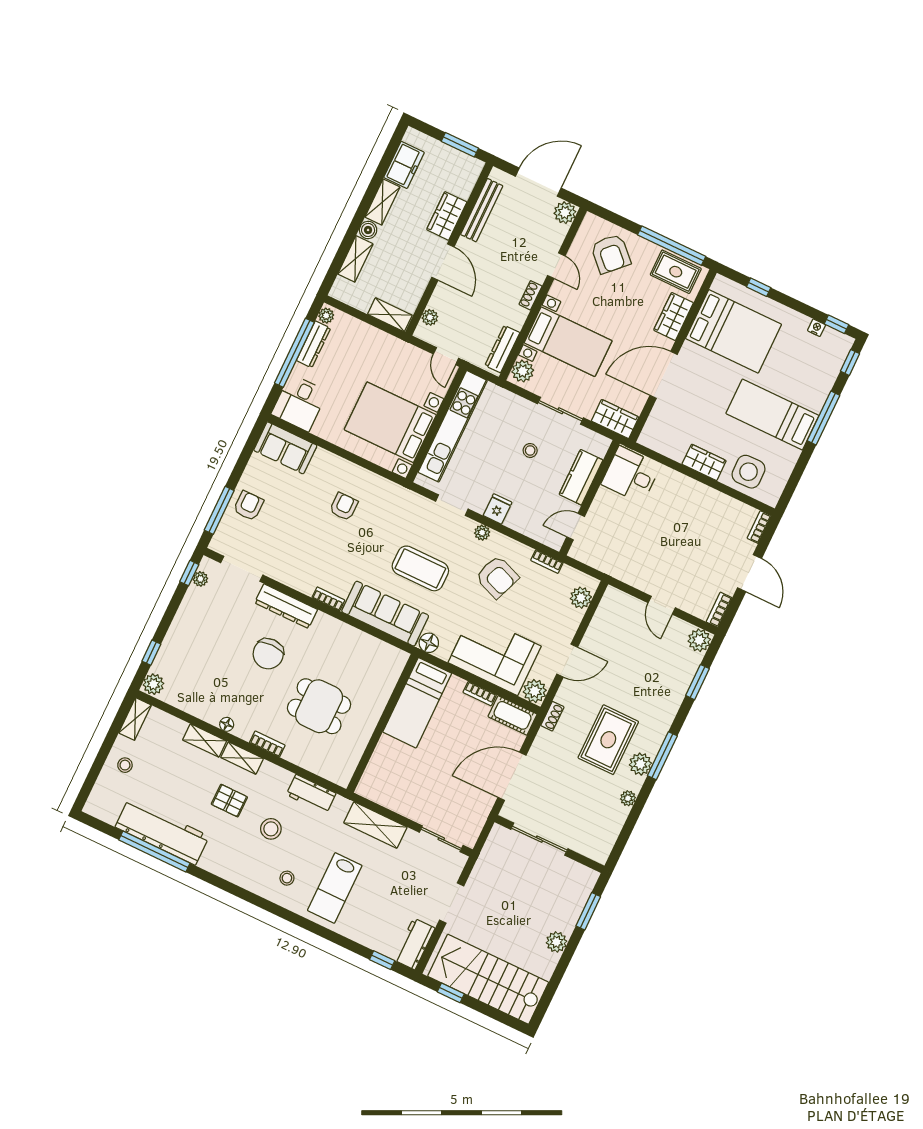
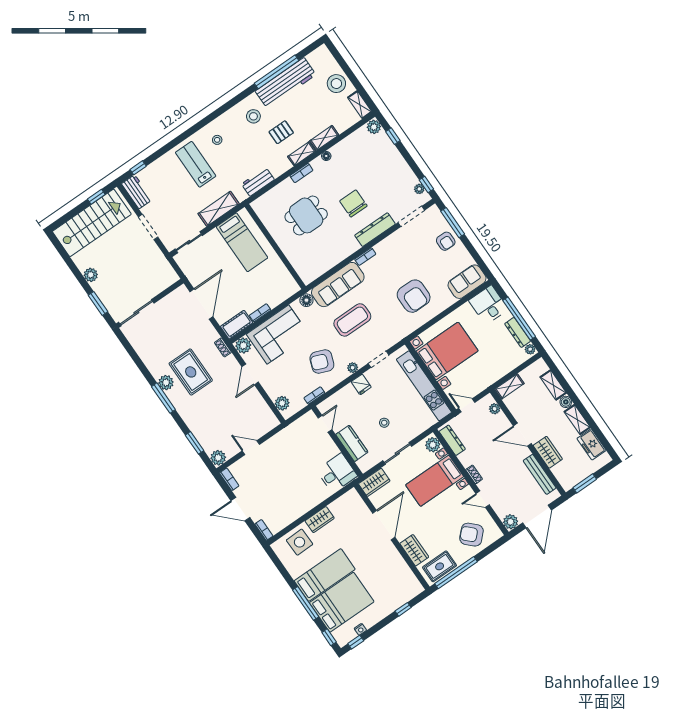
bed: (734, 331) -> (342, 602), moved, turned 180
armchair: (344, 507) -> (414, 296), width x1.88, depth x1.88
bed: (417, 703) -> (242, 242), moved, turned 180
stool: (125, 765) -> (336, 84), width x1.89, depth x1.89
plant: (628, 798) -> (150, 364), removed
stool: (271, 829) -> (253, 116), moved
sliding door: (539, 839) -> (136, 313), moved

